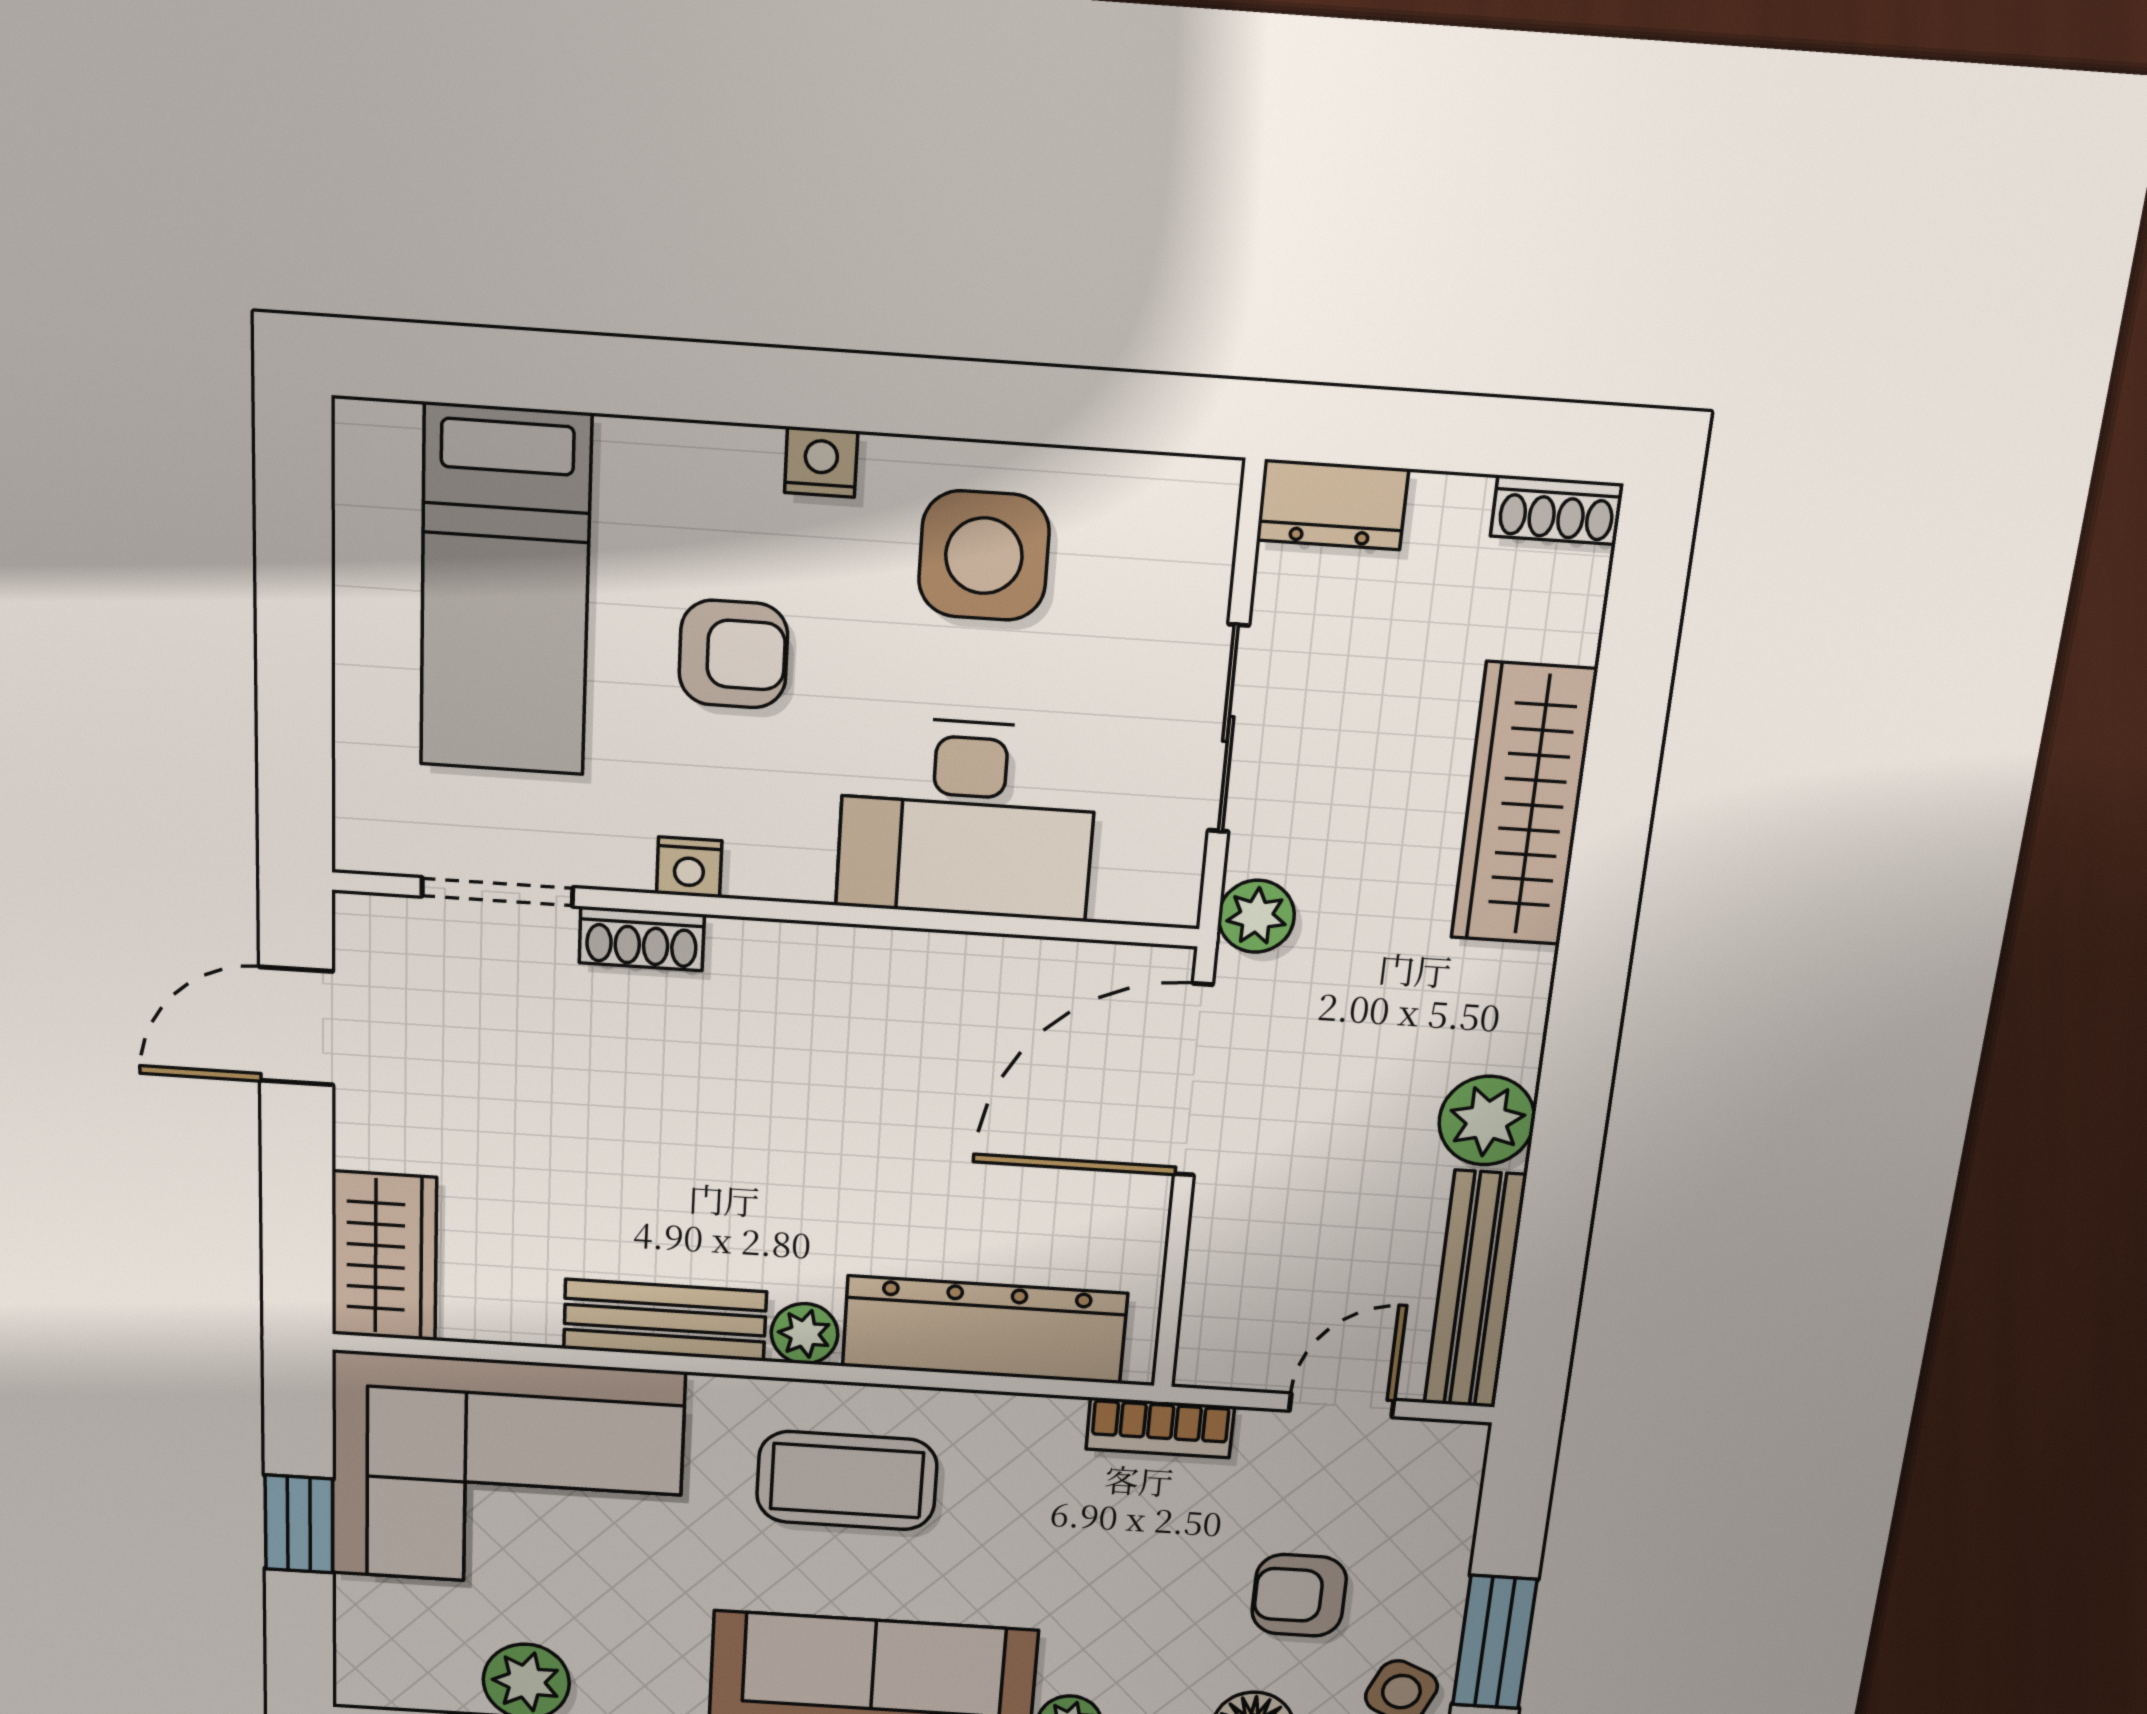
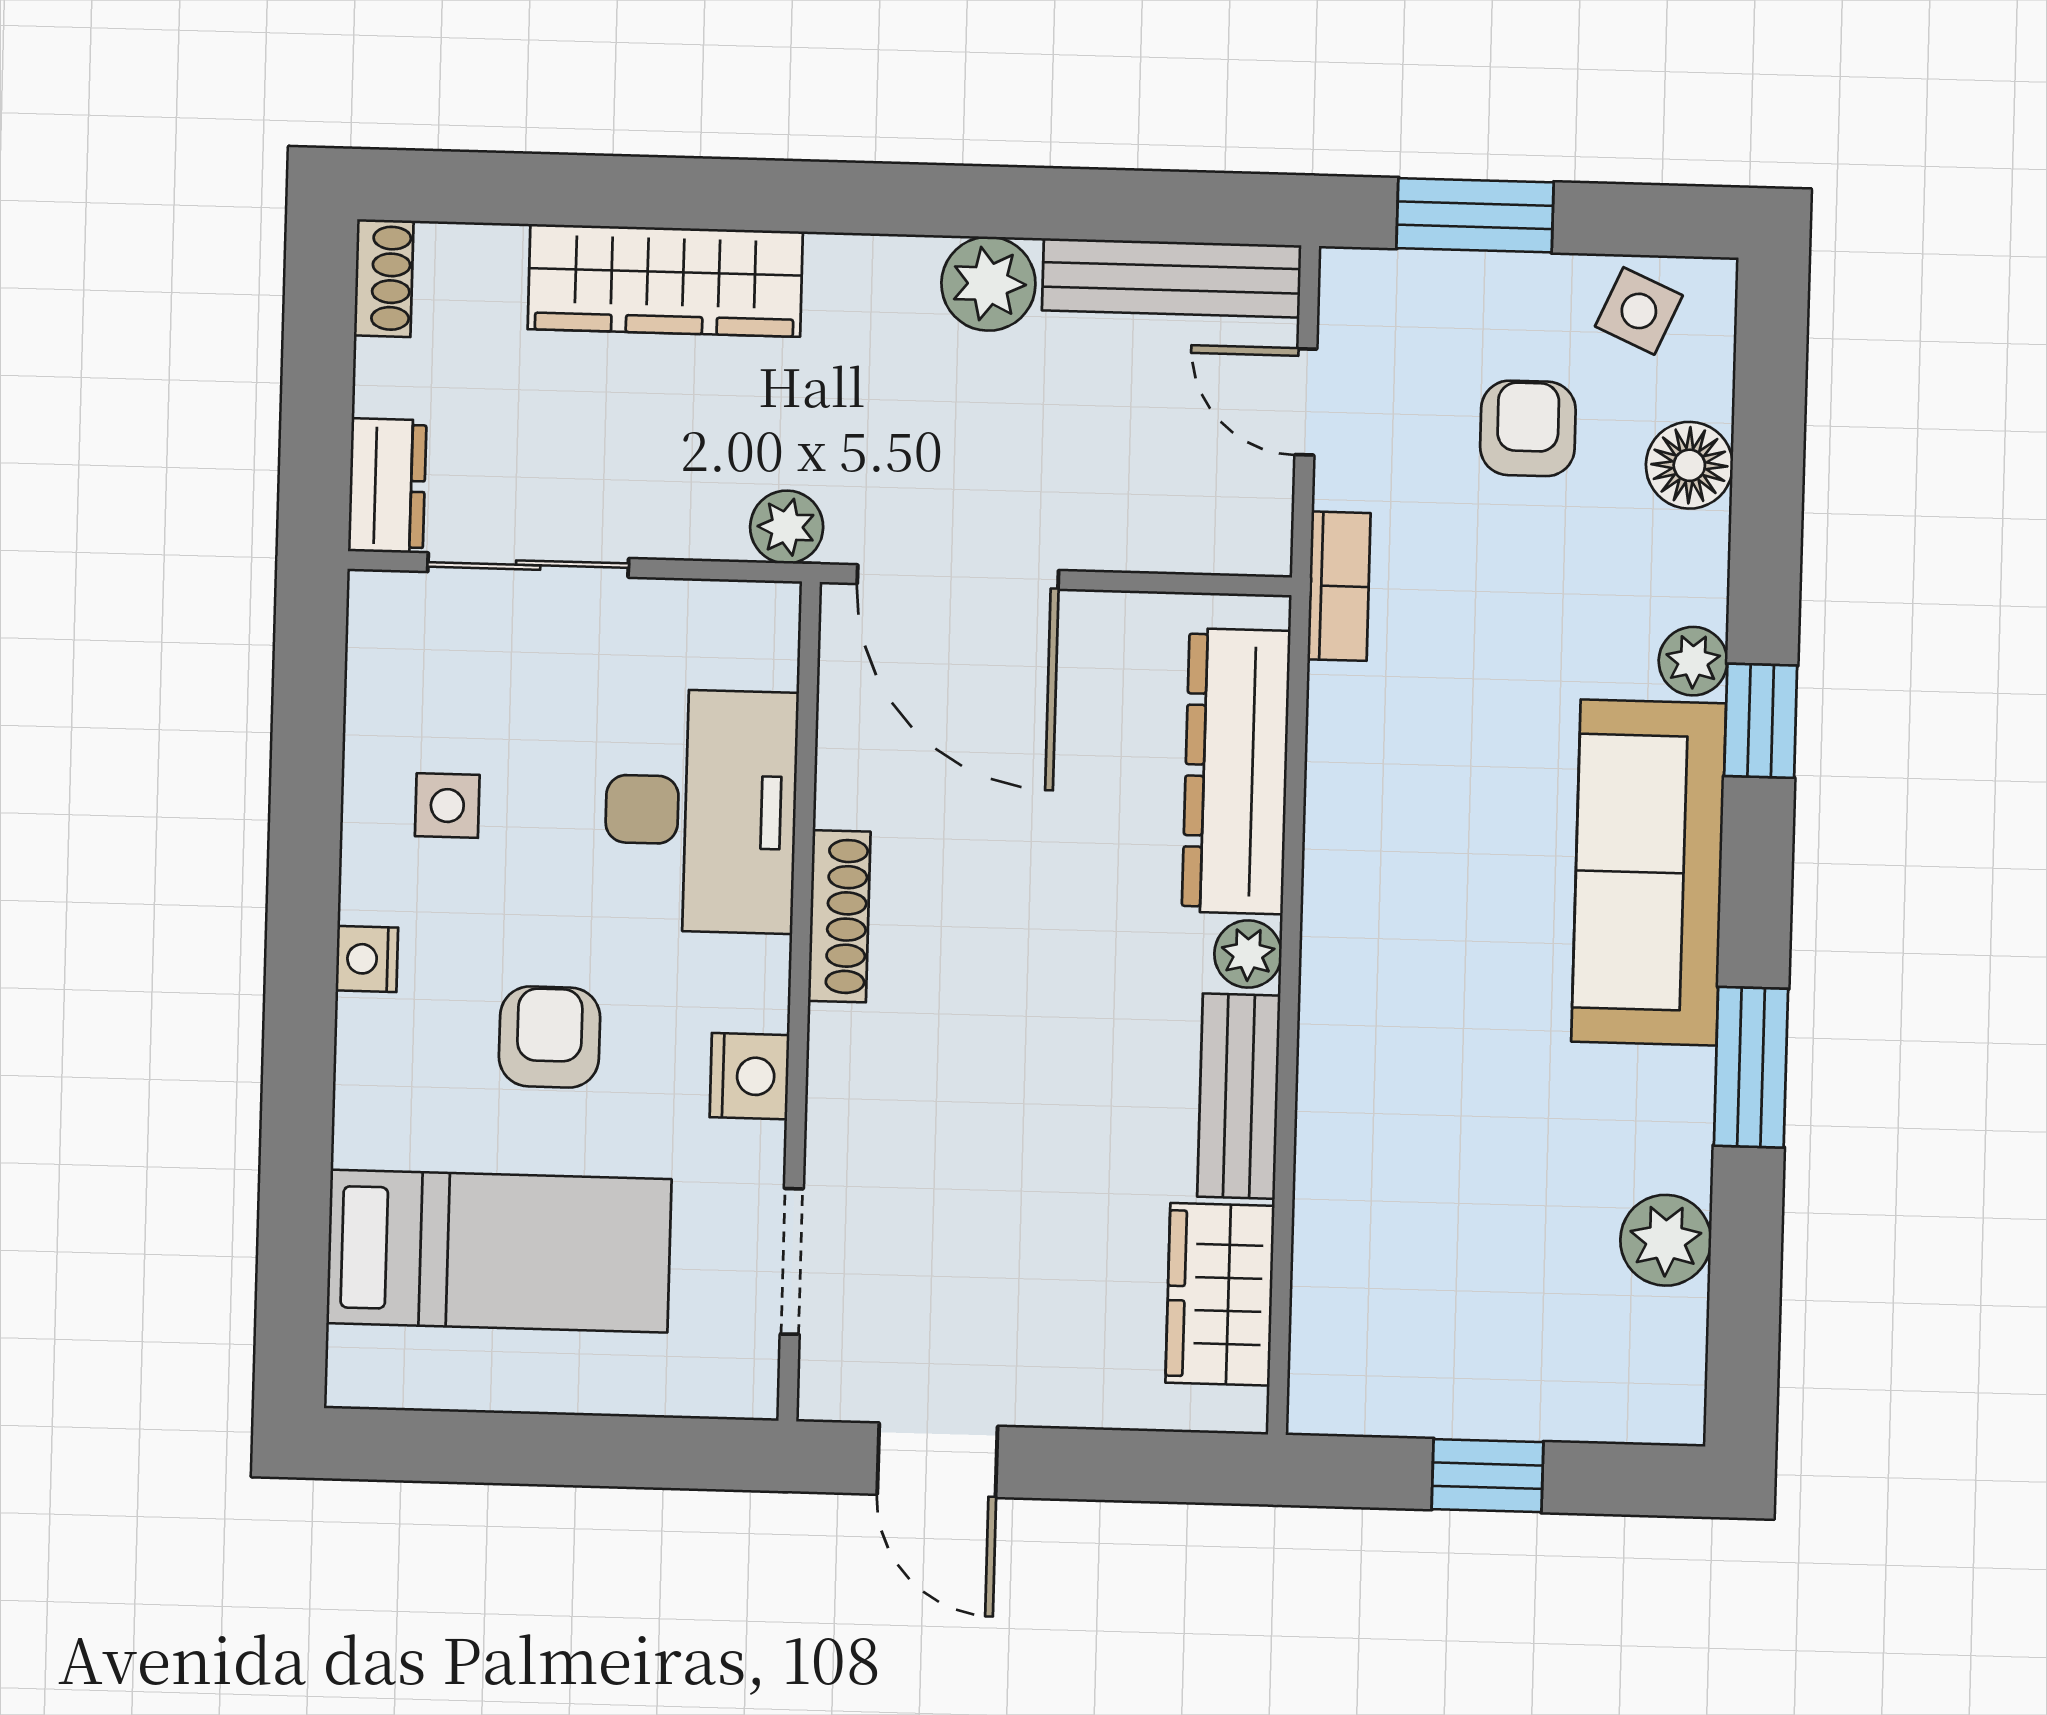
side table: (984, 556) -> (447, 806), width x0.54, depth x0.54
sliding door: (1228, 729) -> (528, 565), moved
nightstand: (689, 867) -> (749, 1076), width x1.39, depth x1.35
shoe rack: (642, 939) -> (839, 916), moved, width x1.43
wardrobe: (384, 1256) -> (1220, 1294), moved, turned -90
corner sofa: (507, 1473) -> (1419, 1258), removed
coffee table: (847, 1481) -> (1413, 906), removed
armchair: (1299, 1595) -> (1528, 428), turned 180
window: (1495, 1642) -> (1475, 215), moved

